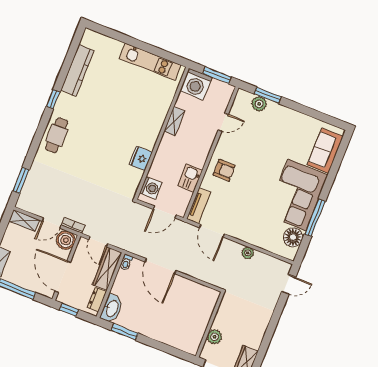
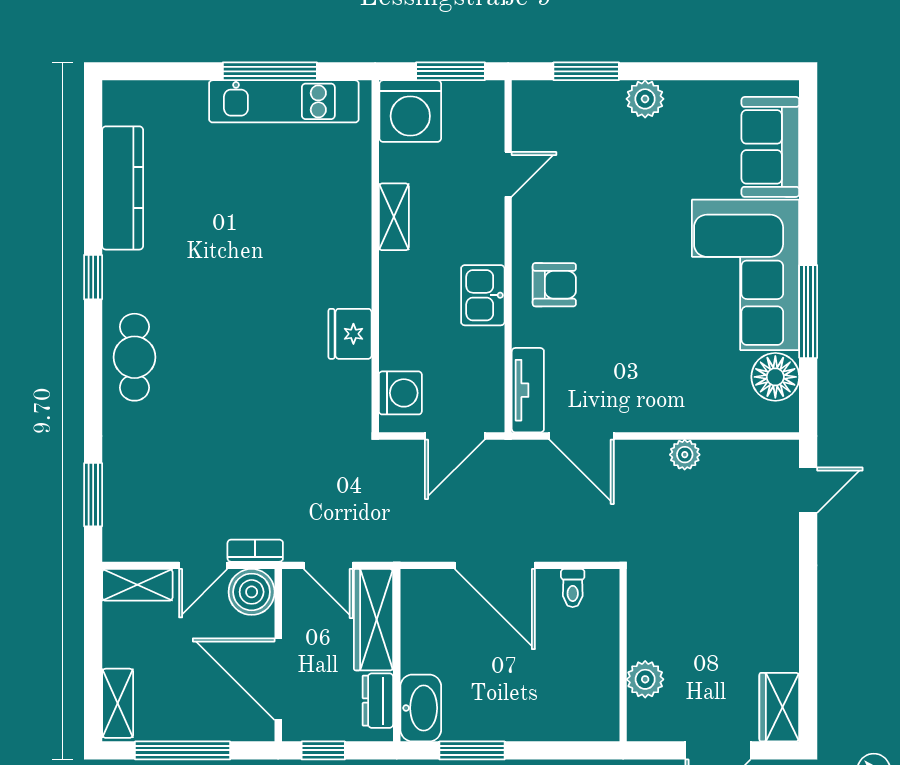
window: (150, 49) -> (270, 71), added
plant: (259, 104) -> (645, 99), moved
kitchen sink: (190, 178) -> (483, 295), moved
toilet: (126, 262) -> (573, 588), moved
wall: (210, 324) -> (623, 655), moved
plant: (215, 337) -> (645, 679), moved

